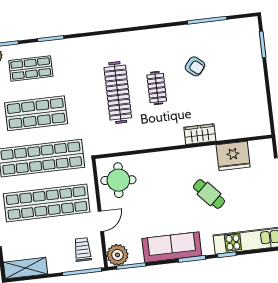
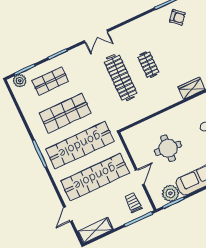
double door: (105, 32) -> (96, 36), added
armchair: (195, 66) -> (177, 17), moved
round table: (118, 180) -> (168, 148), moved
plant: (117, 255) -> (170, 193), moved

